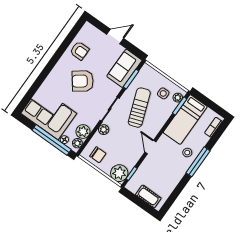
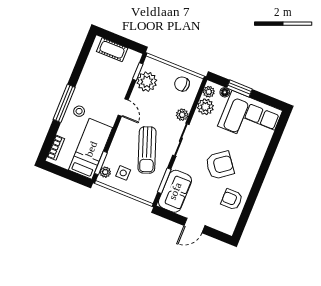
window: (52, 140) -> (239, 88), width x0.47
plant: (119, 173) -> (147, 82), moved

